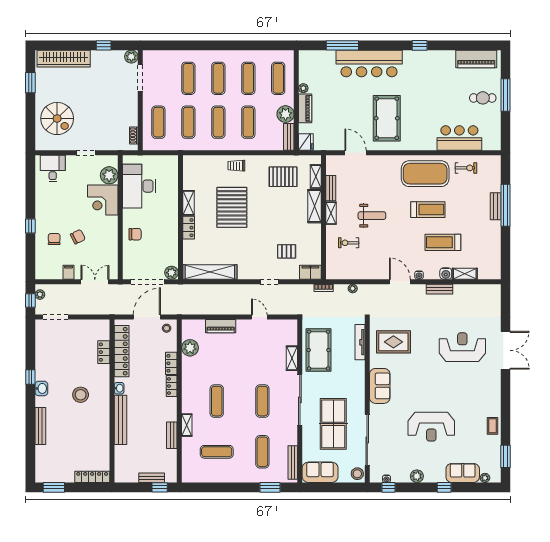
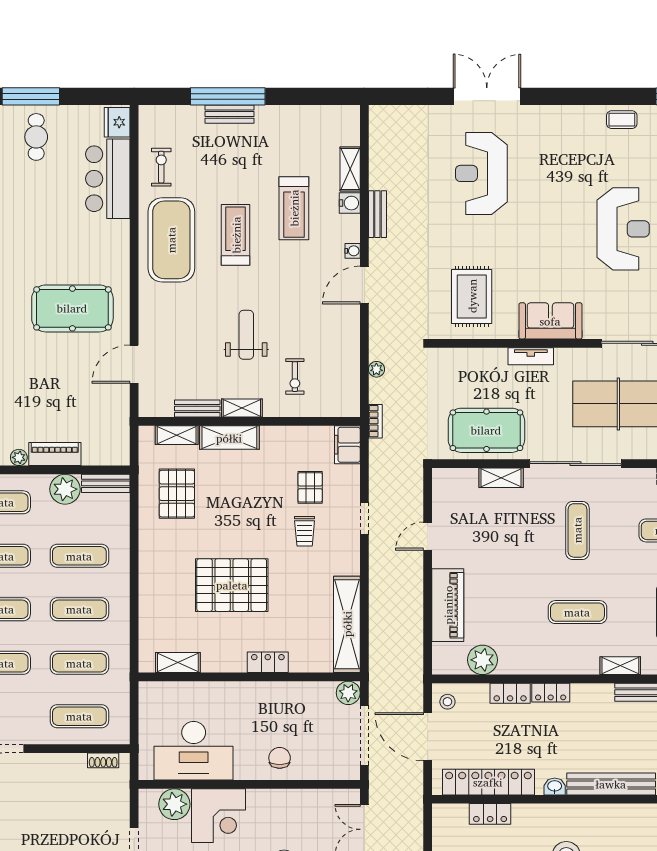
fridge: (306, 142) -> (117, 122), moved, turned -90
trolley: (236, 166) -> (305, 531), moved
shelving: (188, 203) -> (178, 663), moved
piano: (221, 326) -> (448, 605), width x1.37, depth x1.33
tv unit: (360, 342) -> (531, 356), moved, width x0.71
exercise mat: (262, 401) -> (577, 530), turned 90

